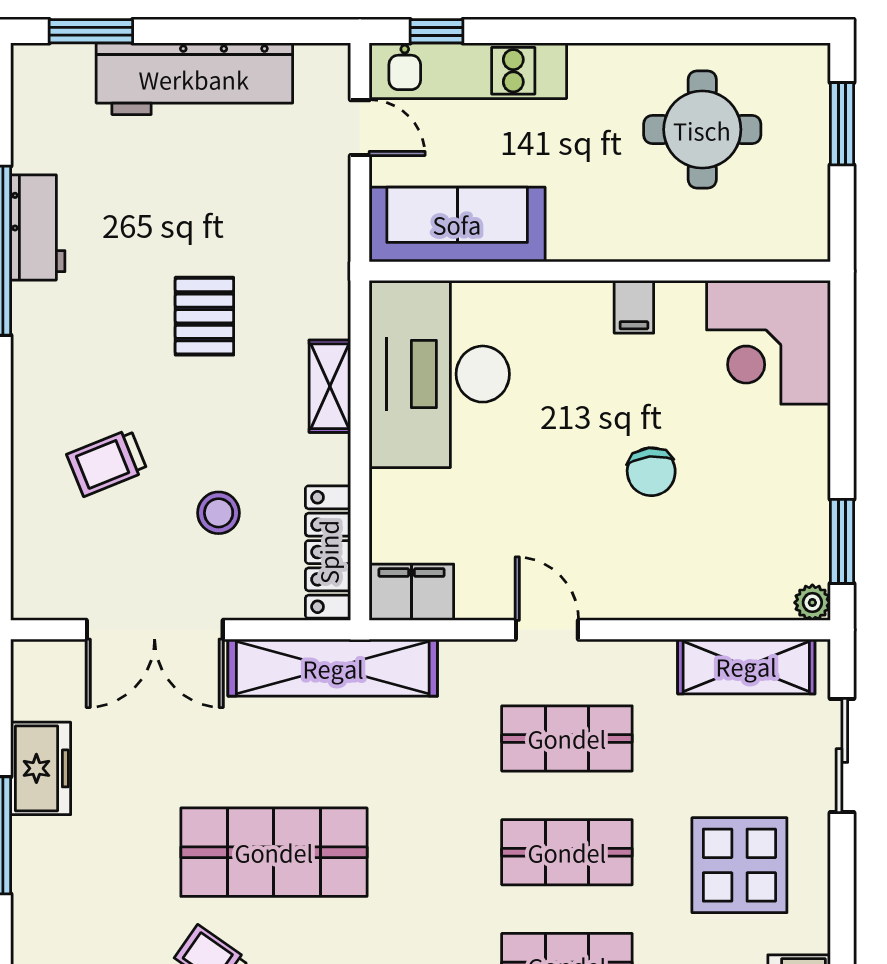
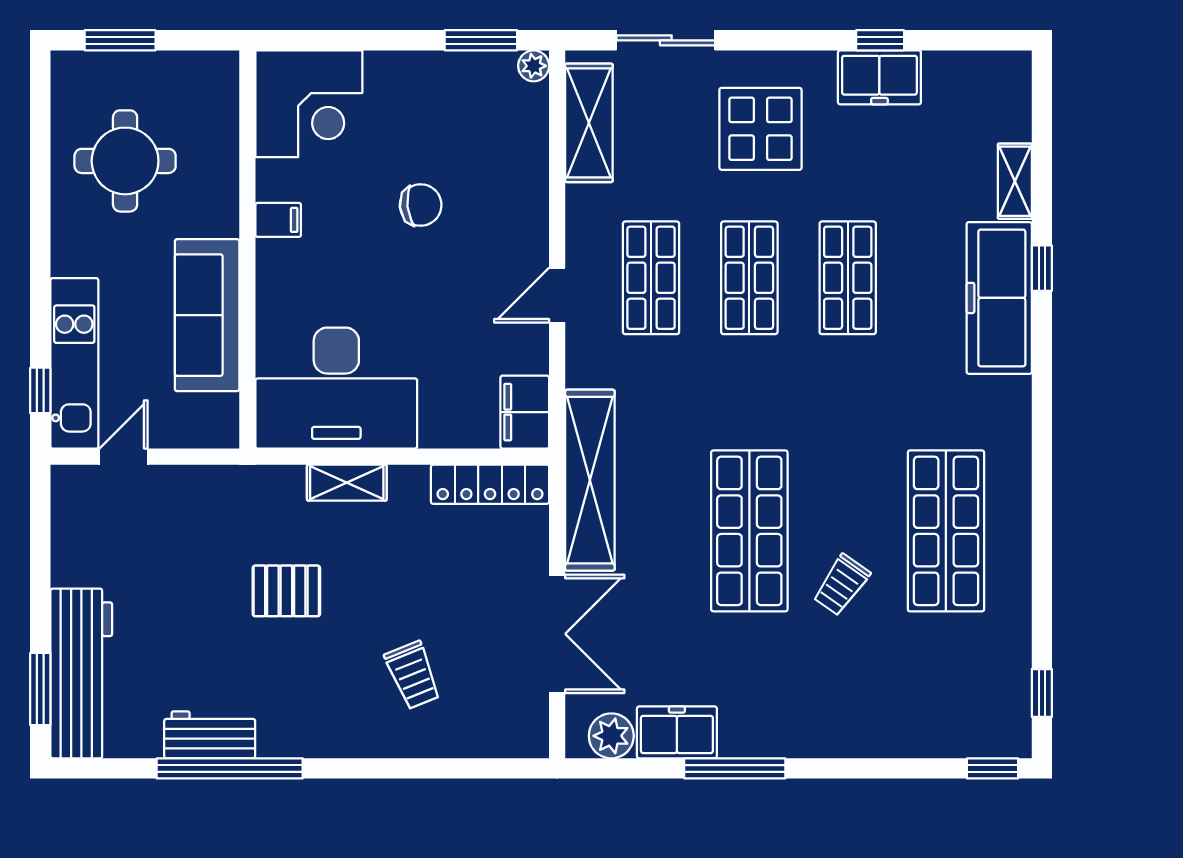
workbench: (194, 79) -> (81, 674), moved
sofa: (457, 224) -> (207, 315), moved
stool: (219, 513) -> (456, 579), removed
plant: (37, 692) -> (611, 736), added

